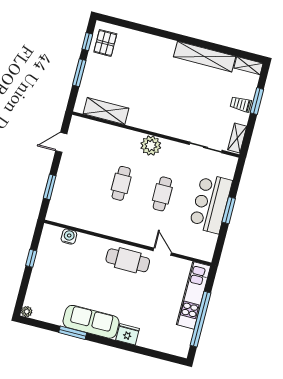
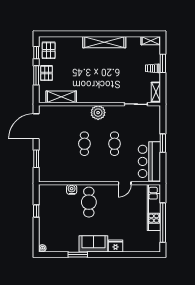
shelving: (205, 57) -> (104, 42), moved
pallet: (94, 73) -> (47, 73), added
door: (61, 142) -> (36, 126), width x1.88
bar counter: (211, 204) -> (149, 161), moved
water cooler: (69, 237) -> (72, 189), moved
door: (162, 252) -> (125, 183), swing flipped
cafe table: (128, 260) -> (89, 202), moved, turned 90
sofa: (91, 322) -> (93, 244), width x0.73

